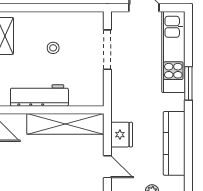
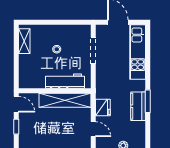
window: (188, 83) -> (148, 101), moved
workbench: (39, 95) -> (65, 81), moved
kitchen counter: (174, 143) -> (138, 106), width x0.67

